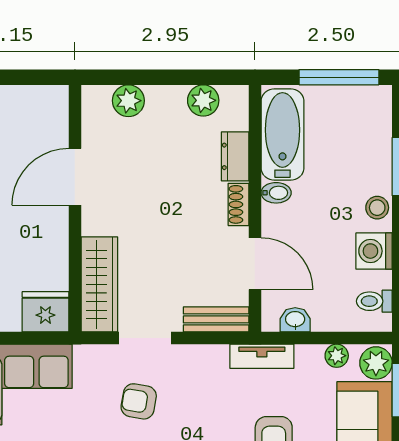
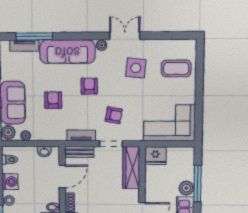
door: (255, 264) -> (62, 176), swing flipped
tv unit: (262, 356) -> (81, 135), moved

